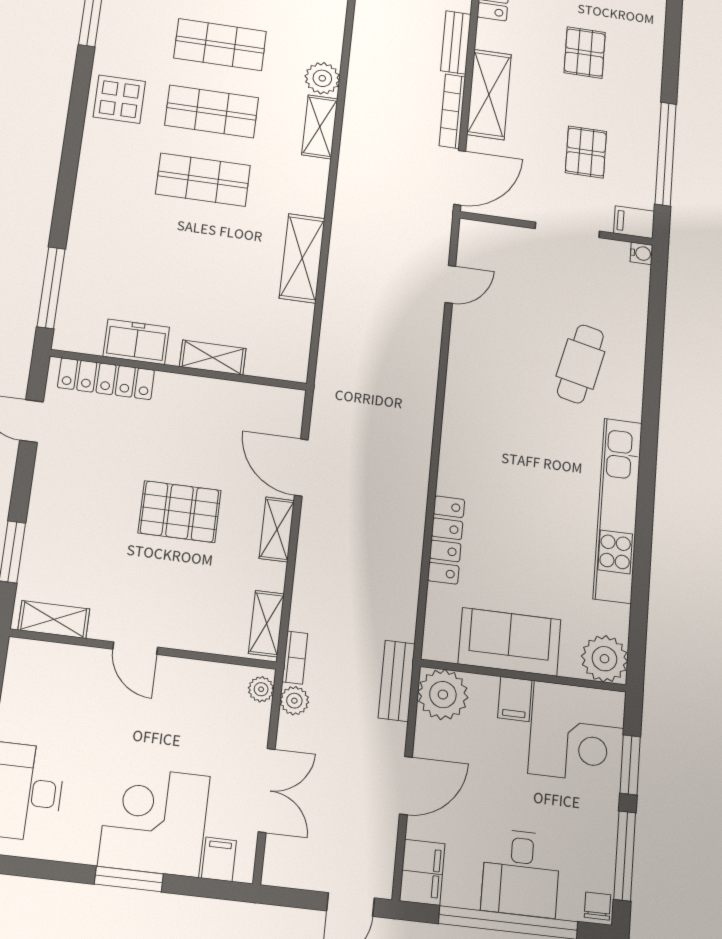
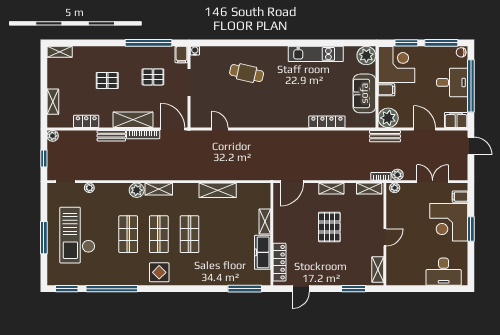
freezer: (136, 342) -> (263, 252), width x1.40
door: (301, 467) -> (292, 182), moved
kitchen unit: (618, 510) -> (316, 54), width x0.73

